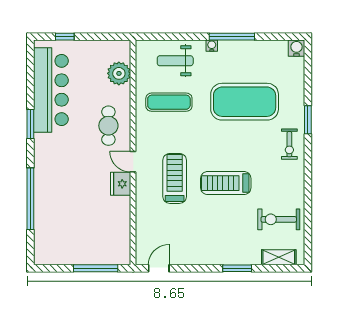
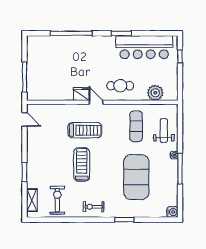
exercise bike: (289, 144) -> (94, 207), moved
door: (133, 162) -> (96, 102), hinge flipped

